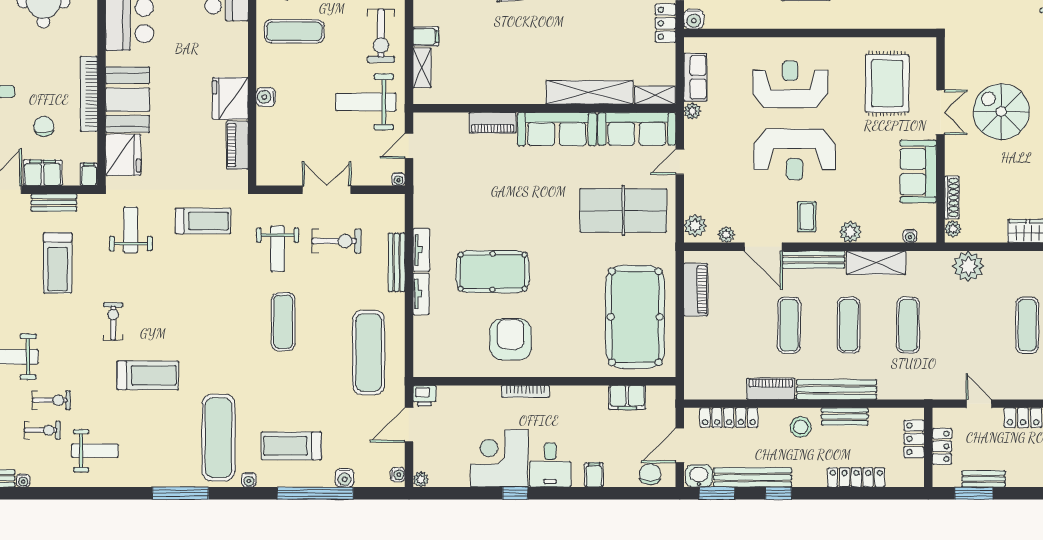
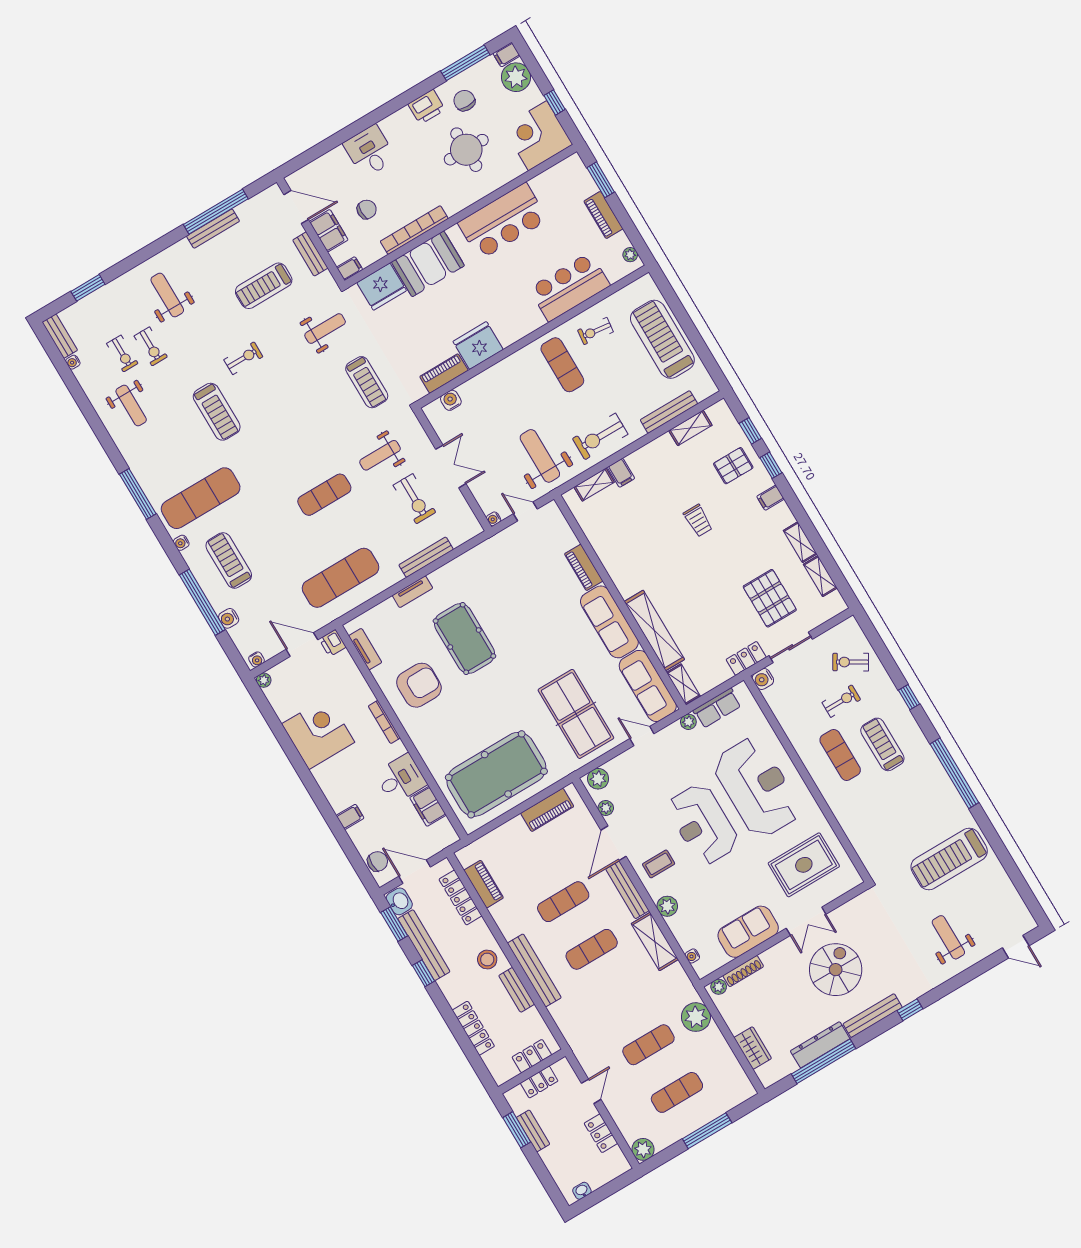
reception desk: (790, 84) -> (757, 788), width x1.36, depth x1.30
water cooler: (266, 97) -> (451, 400), moved
tv unit: (421, 250) -> (365, 649), moved, turned -90
exercise mat: (908, 325) -> (648, 1045), moved
piano: (771, 389) -> (484, 884), moved
desk: (550, 465) -> (401, 779), moved, turned 180
window: (515, 493) -> (298, 763), removed

